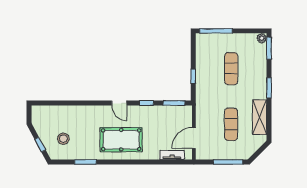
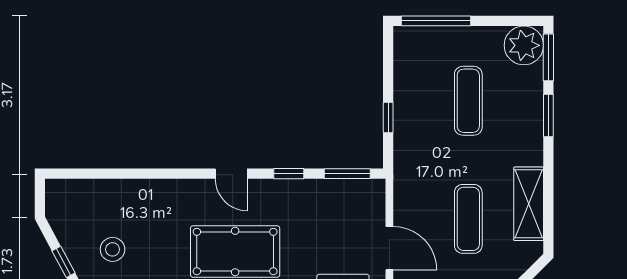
plant: (262, 38) -> (524, 45), width x1.88, depth x1.88
window: (269, 88) -> (548, 115), moved
door: (194, 138) -> (389, 248), swing flipped

